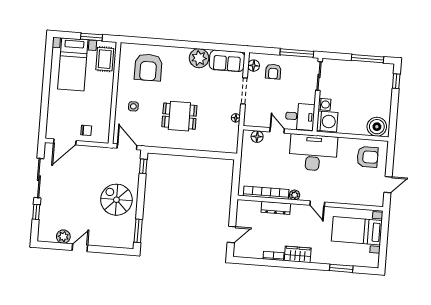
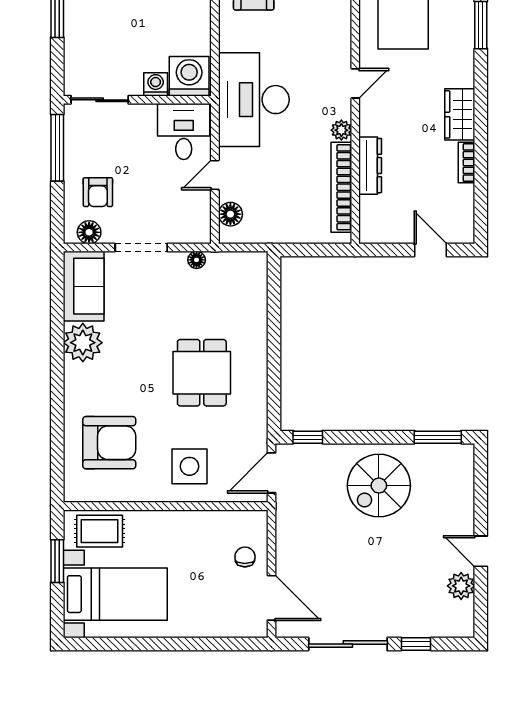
armchair: (273, 72) -> (98, 192), turned 90
side table: (133, 106) -> (190, 466), width x1.87, depth x1.87

